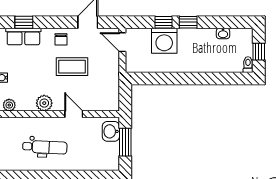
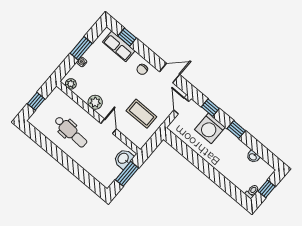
window: (164, 22) -> (210, 108), moved
coffee table: (72, 67) -> (141, 114), moved

